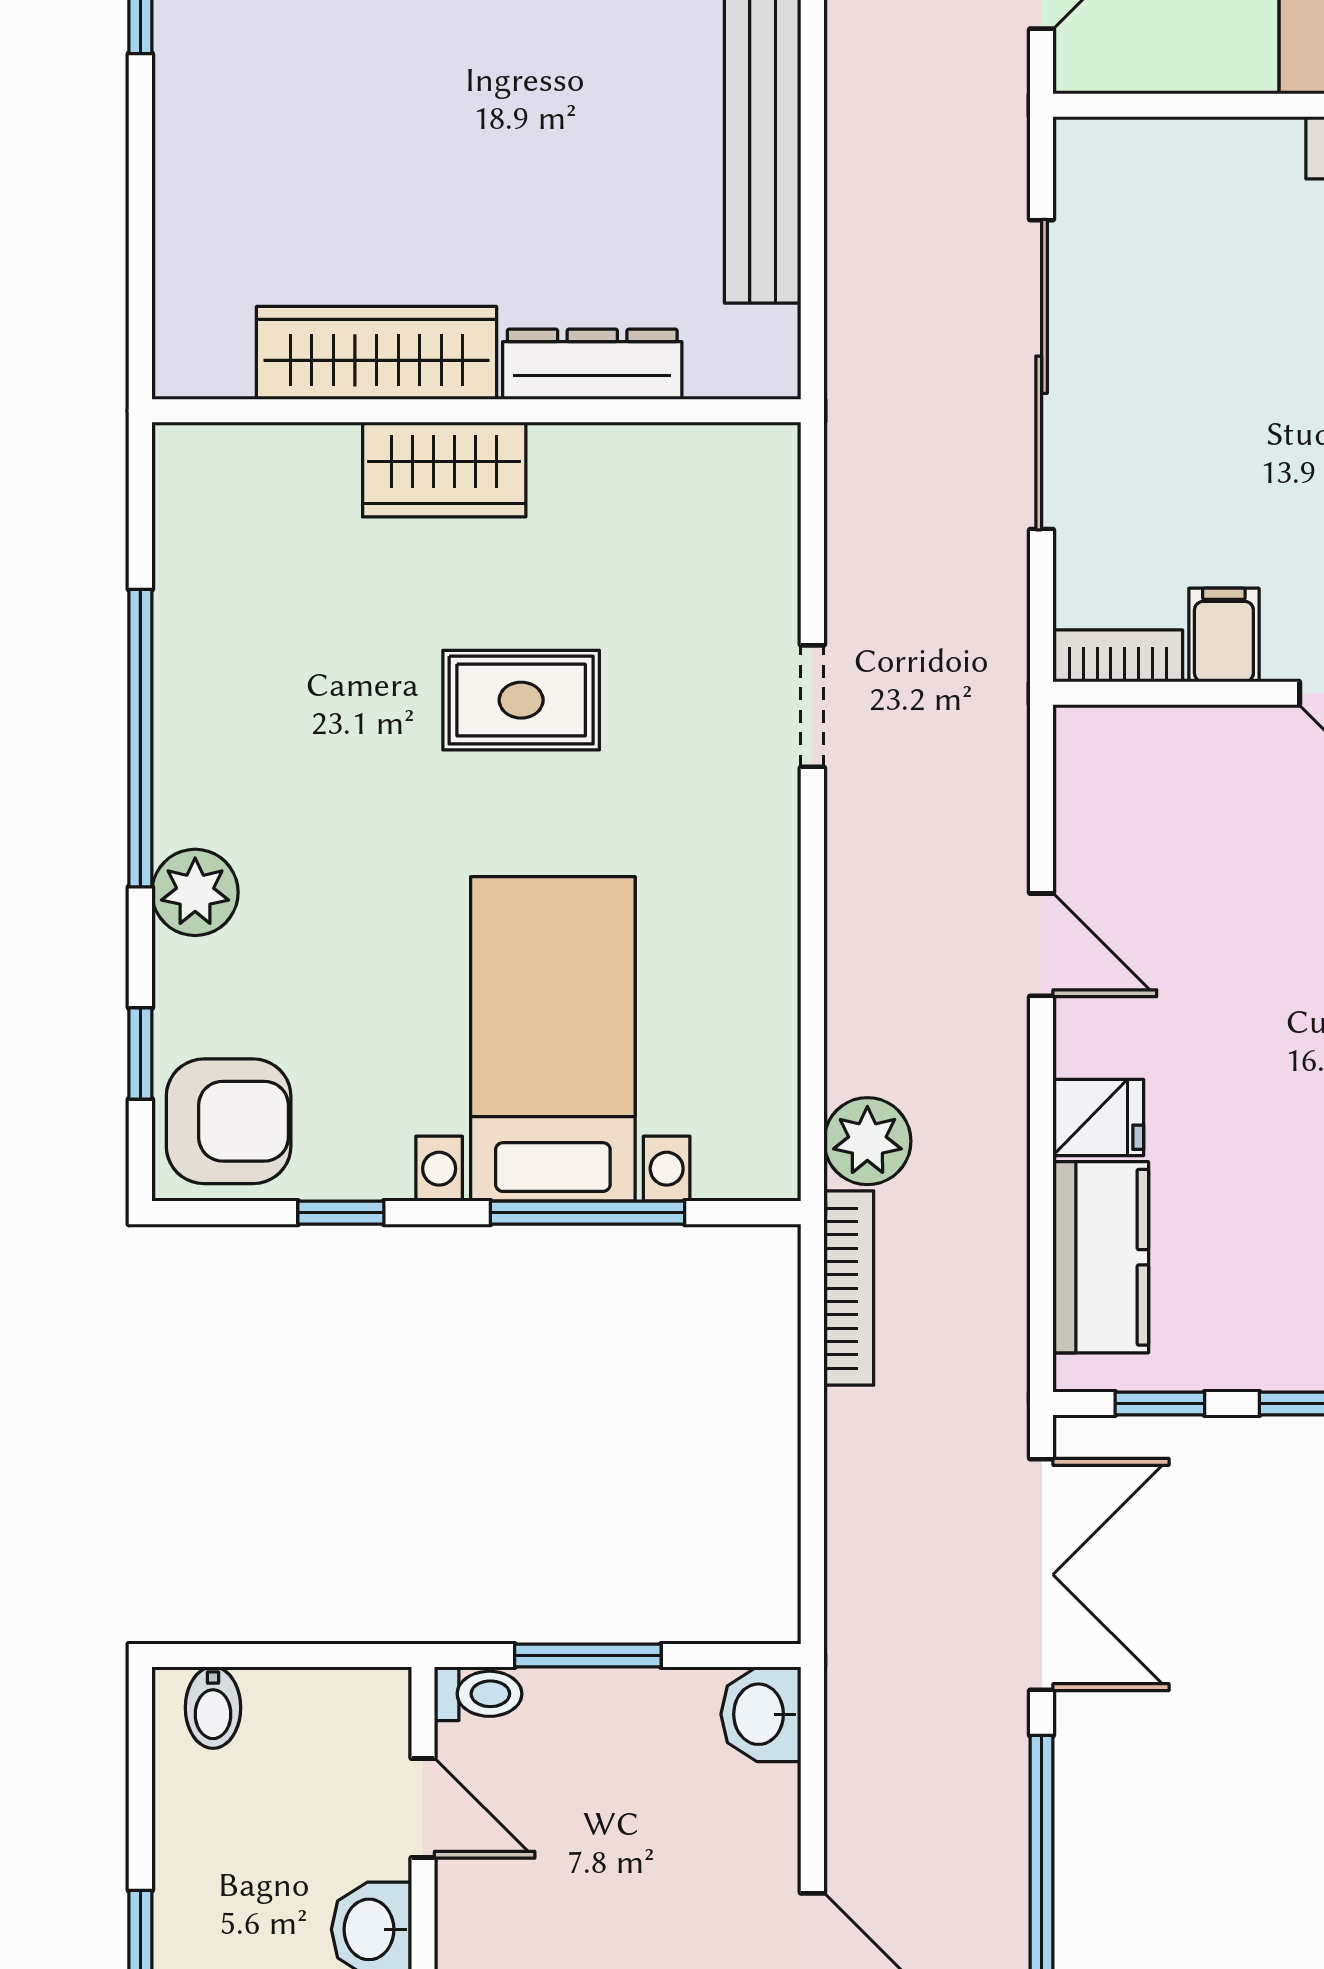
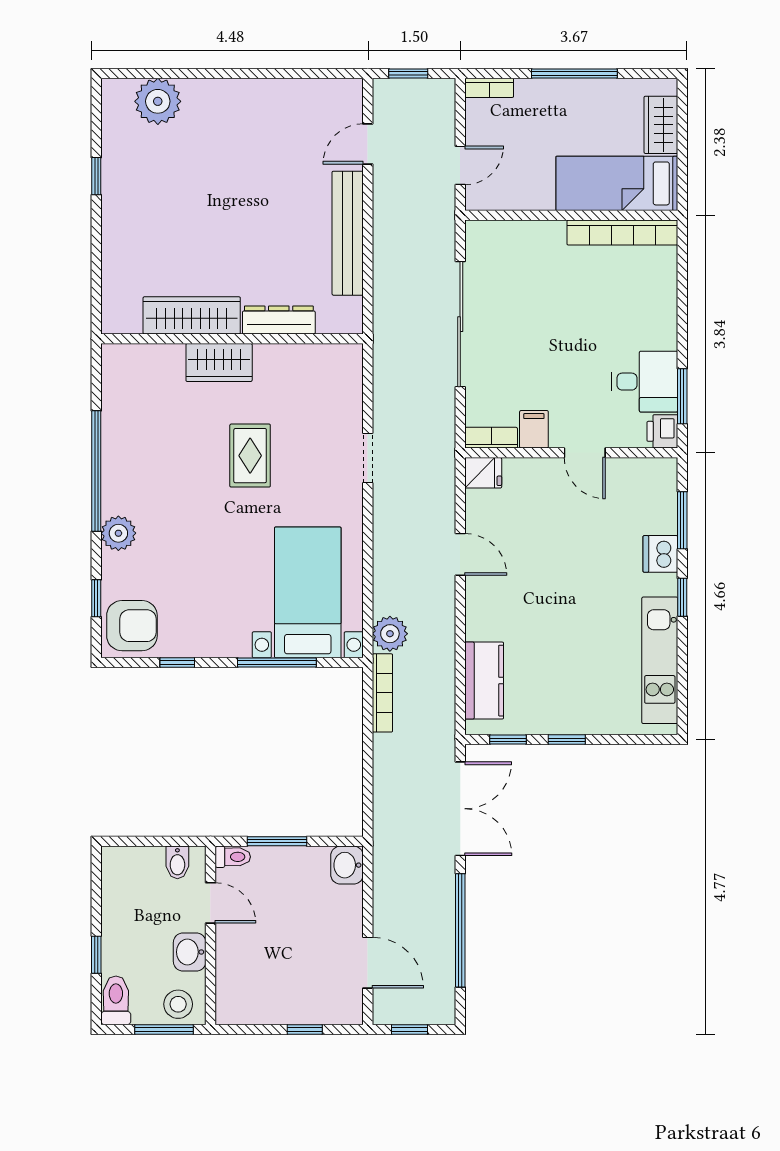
rug: (521, 700) -> (250, 456), turned 90
bed with nightstands: (553, 1039) -> (308, 592), moved
fridge: (1098, 1117) -> (483, 473), moved
bidet: (213, 1708) -> (177, 862), moved

